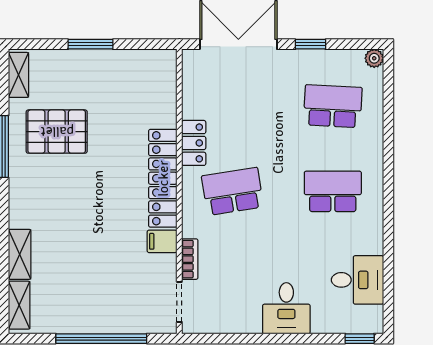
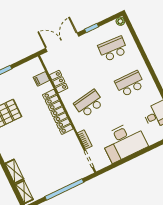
locker: (194, 143) -> (59, 82), moved
filing cabinet: (162, 241) -> (41, 79), moved
desk: (286, 308) -> (124, 142), width x1.87, depth x1.30

